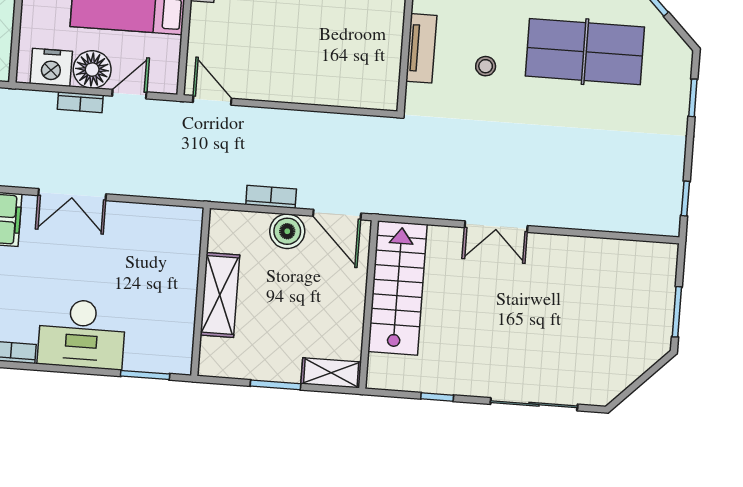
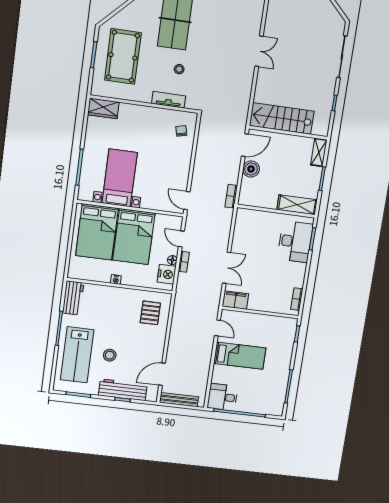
floor lamp: (92, 70) -> (172, 260), width x0.53, depth x0.53
chair: (358, 79) -> (181, 131), added
door: (212, 100) -> (187, 201), hinge flipped
bookcase: (271, 197) -> (231, 196), moved
double door: (496, 227) -> (259, 51), moved
shelving: (220, 295) -> (297, 205), moved
desk: (82, 334) -> (295, 242), moved

